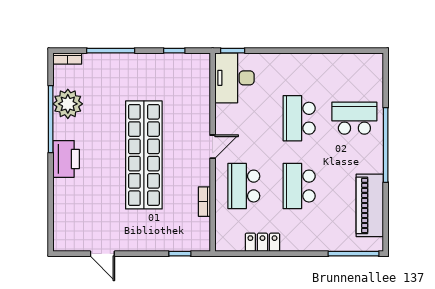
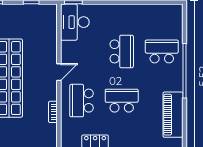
school desk: (299, 118) -> (122, 51), turned 180
school desk: (299, 186) -> (122, 101), turned 90

